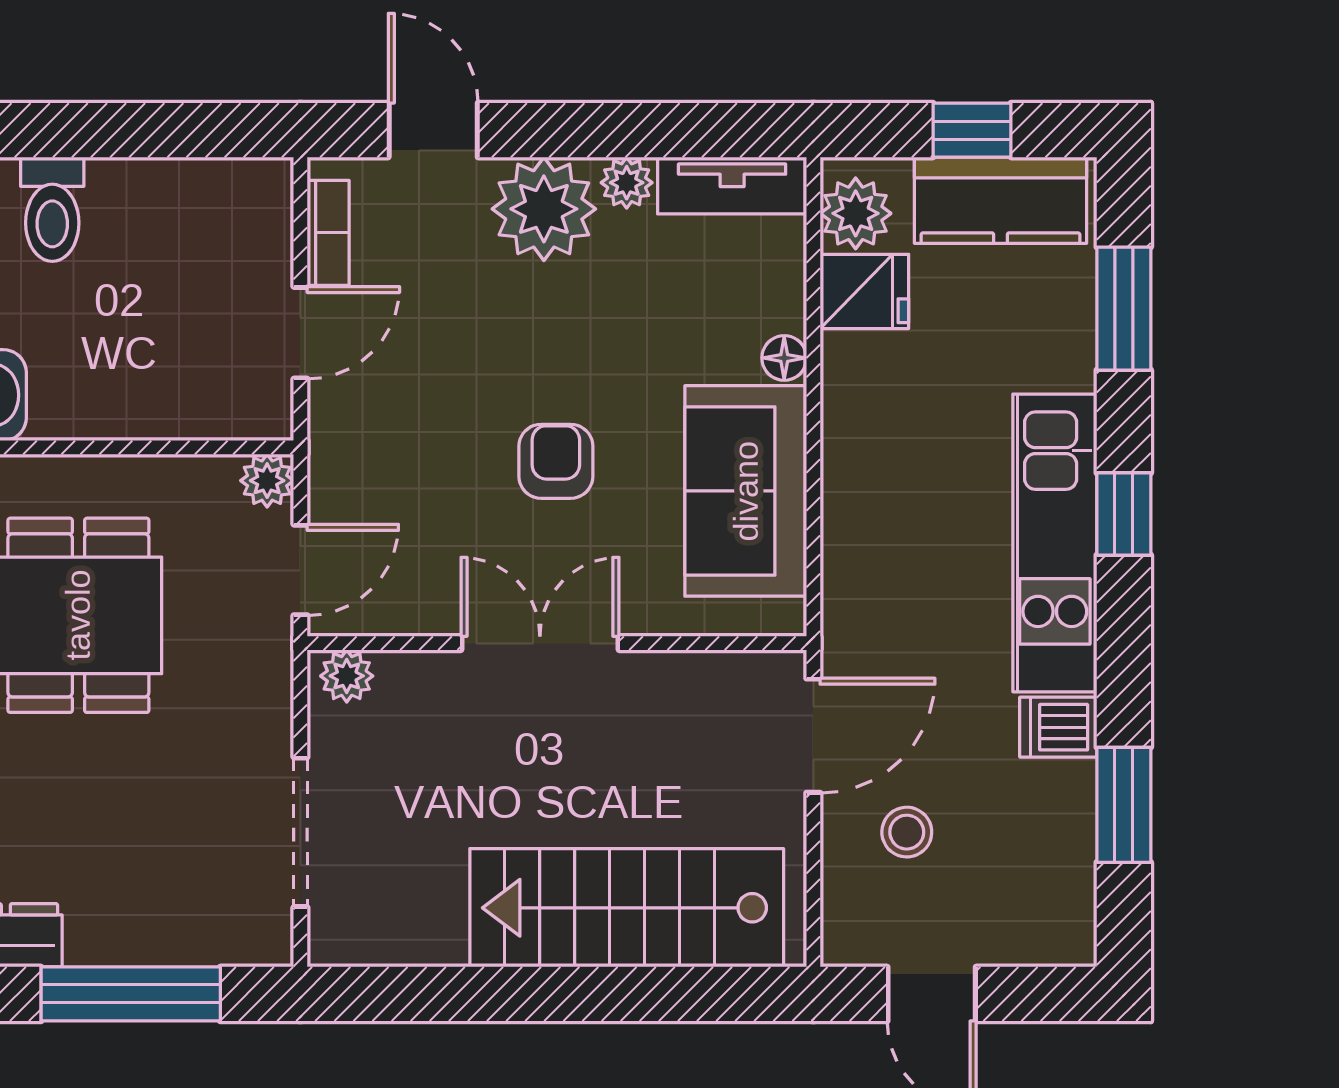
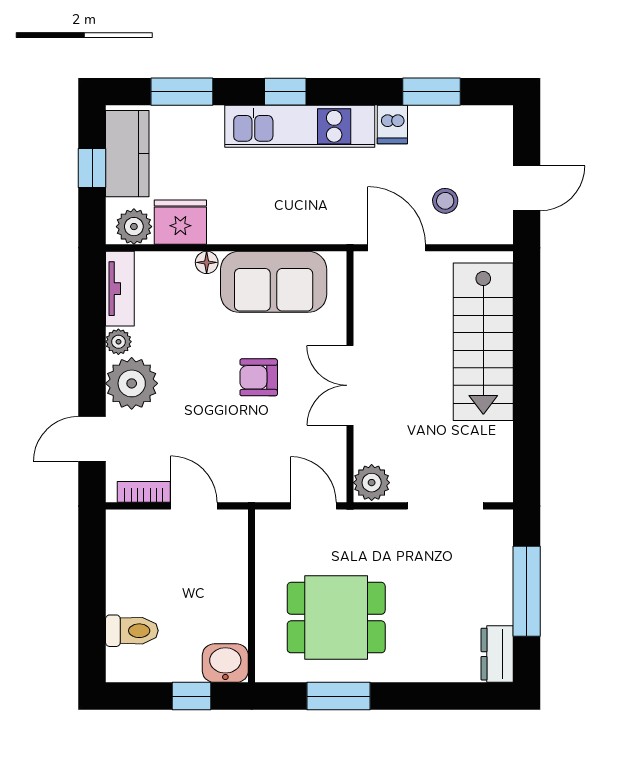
fridge: (864, 291) -> (180, 222), width x1.38
plant: (267, 481) -> (268, 523), removed
plant: (347, 676) -> (372, 483), width x1.38, depth x1.38

